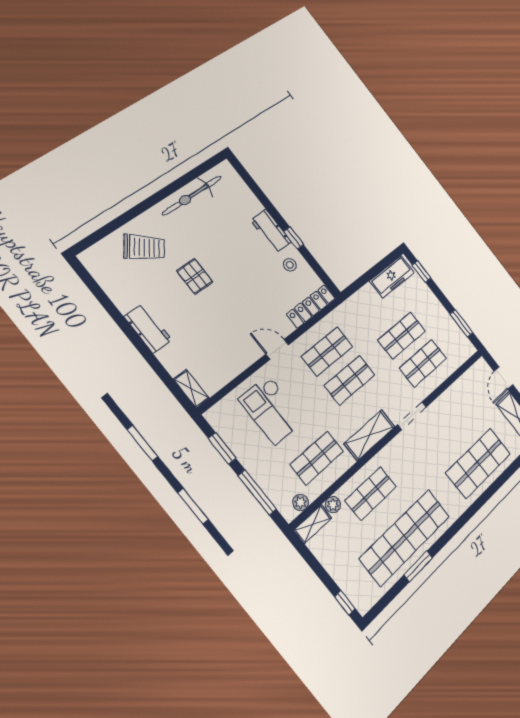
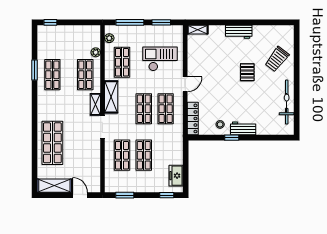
pallet: (195, 276) -> (247, 72), turned 90
freezer: (392, 277) -> (176, 176), width x0.71
shelving: (313, 524) -> (95, 104), moved
shop shelf: (405, 537) -> (52, 75), width x0.50, depth x0.74

